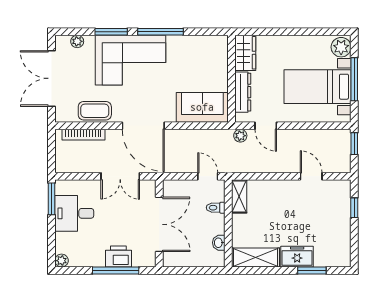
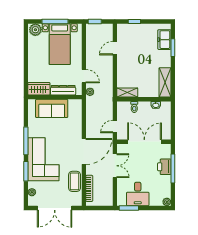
sofa: (202, 107) -> (52, 108), moved, turned -90
door: (266, 126) -> (84, 76), hinge flipped
door: (208, 176) -> (115, 127), moved
freezer: (297, 257) -> (164, 40), moved

